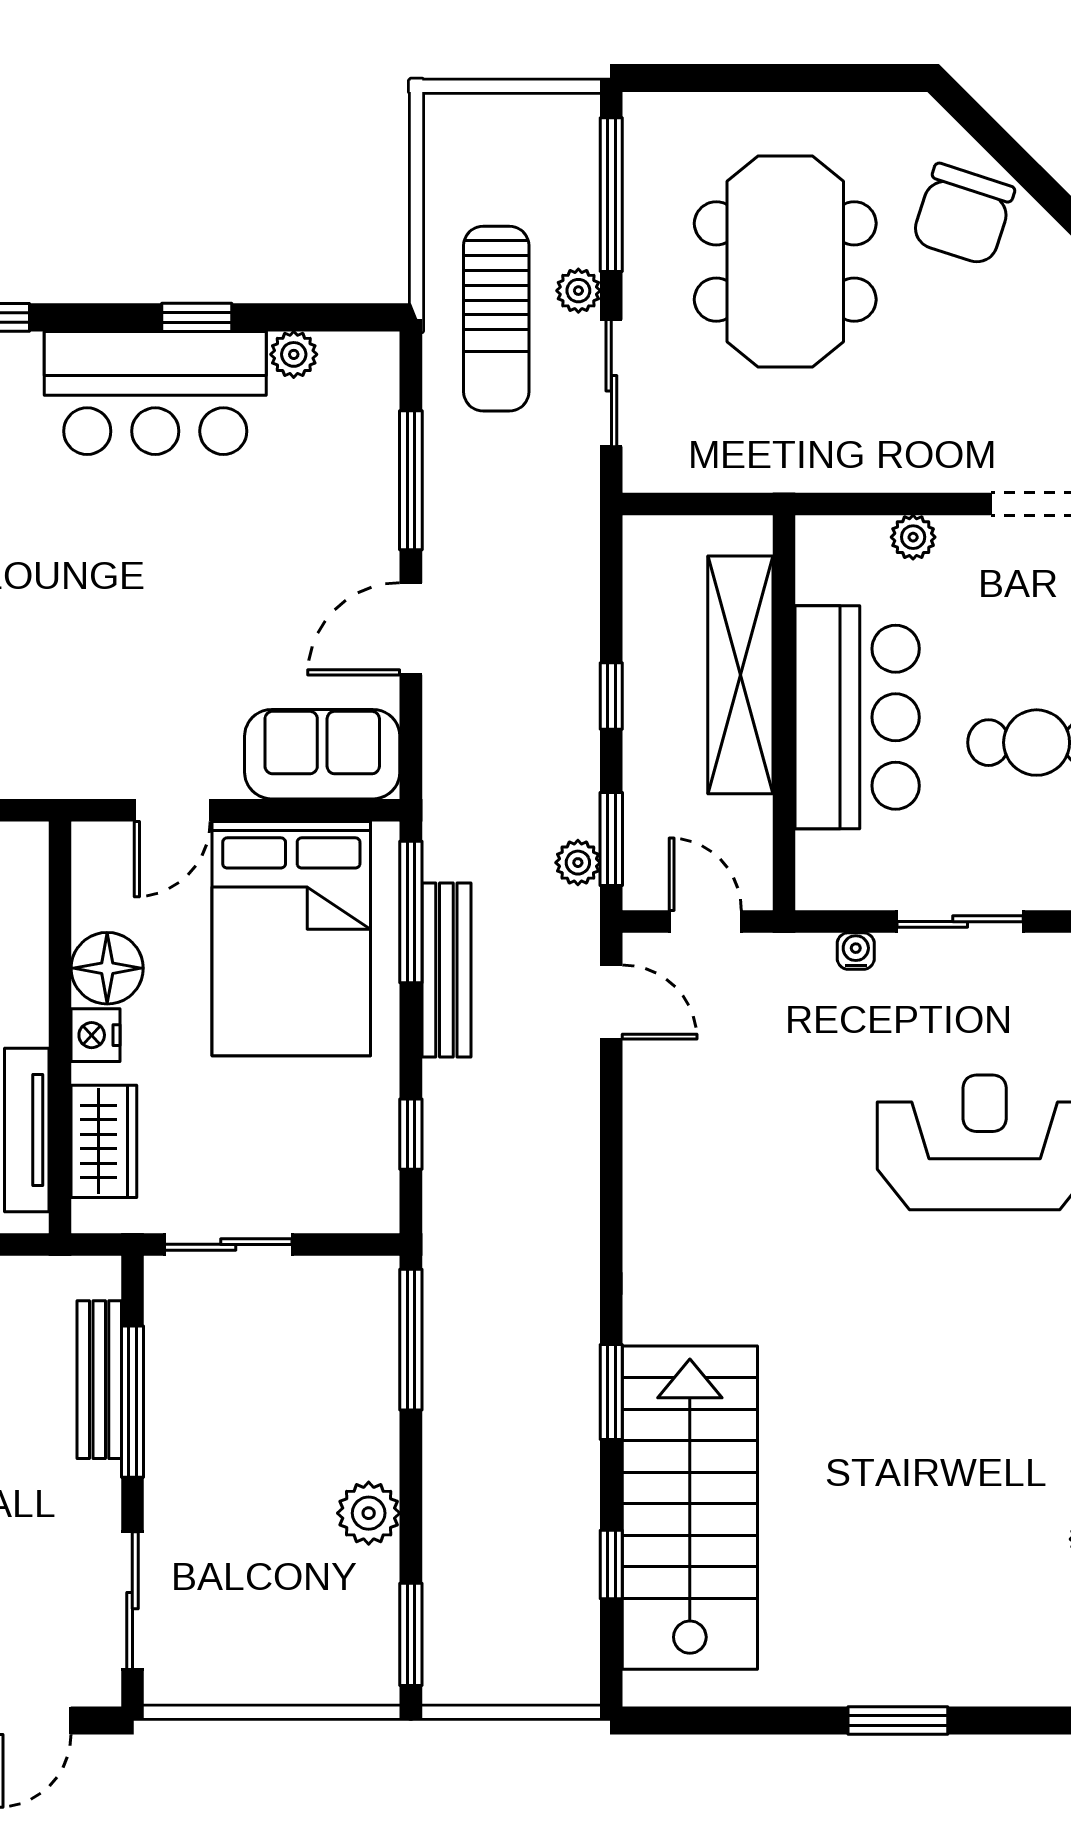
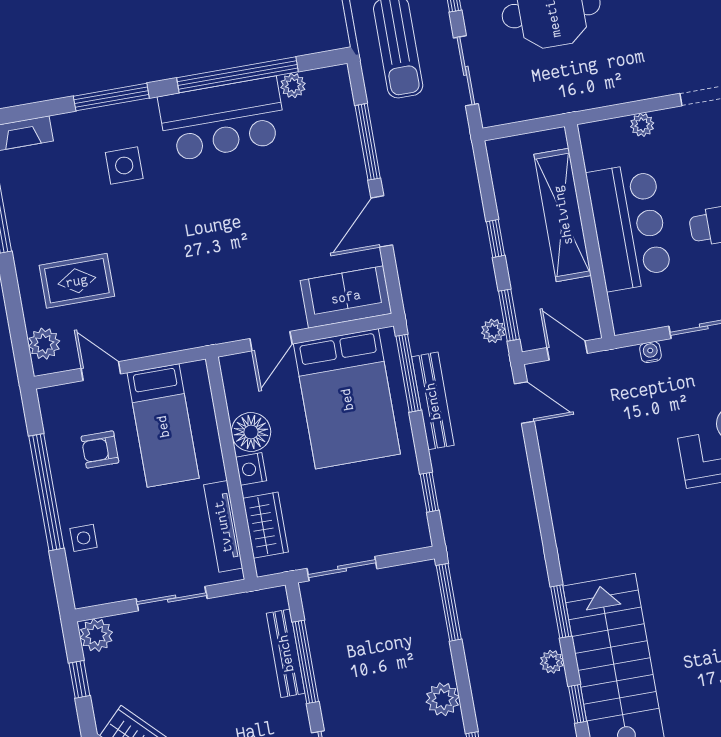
plant: (578, 291) -> (552, 662), moved
window: (197, 317) -> (238, 75), width x3.17

